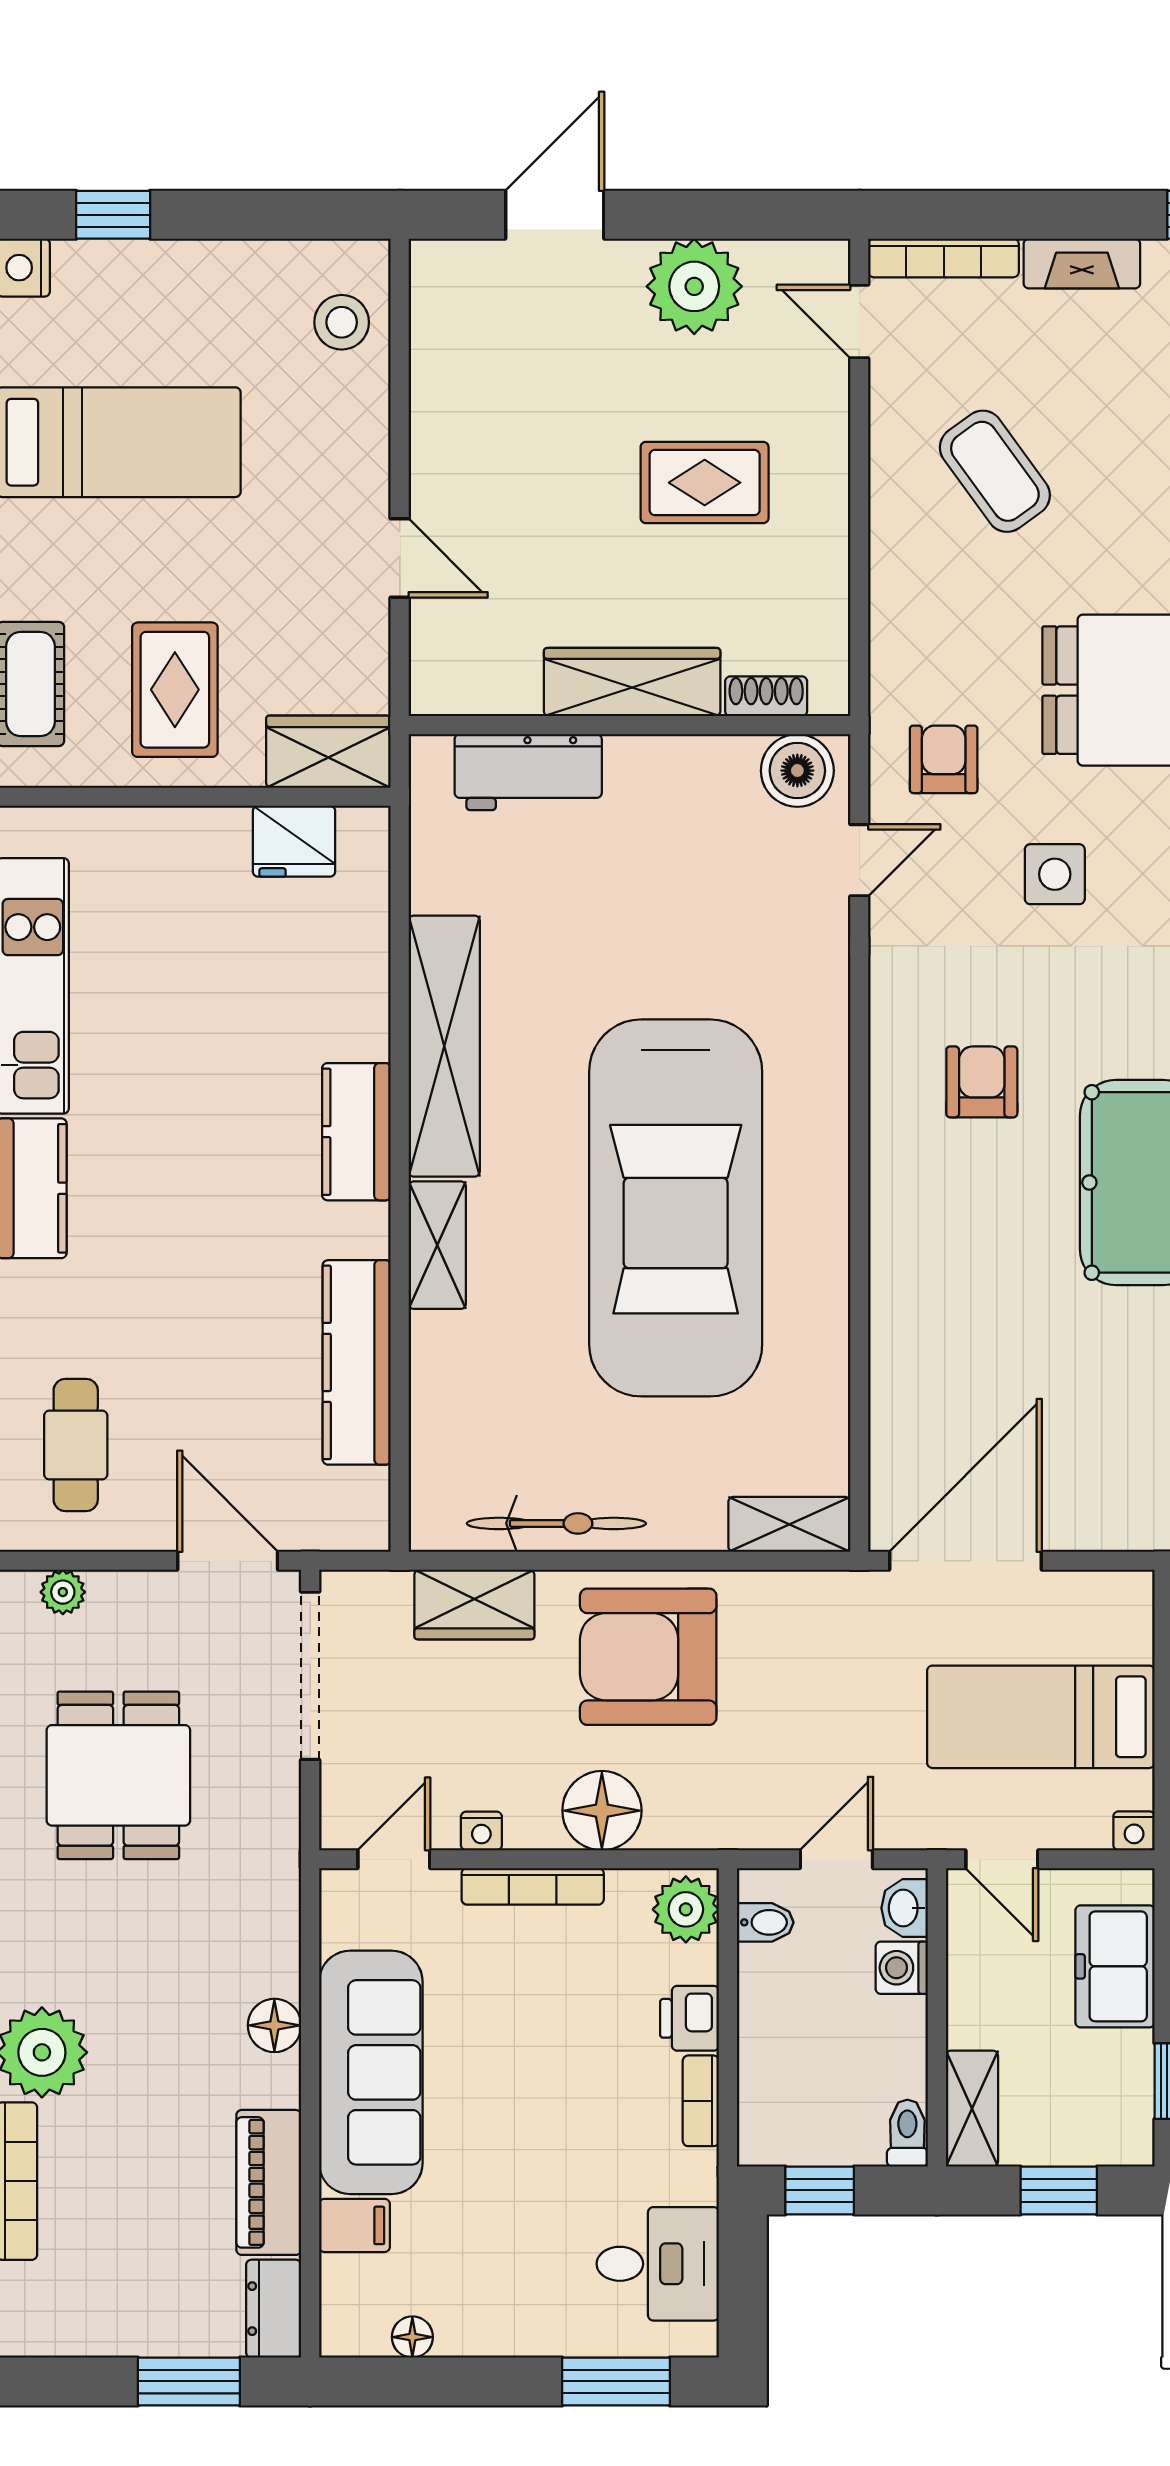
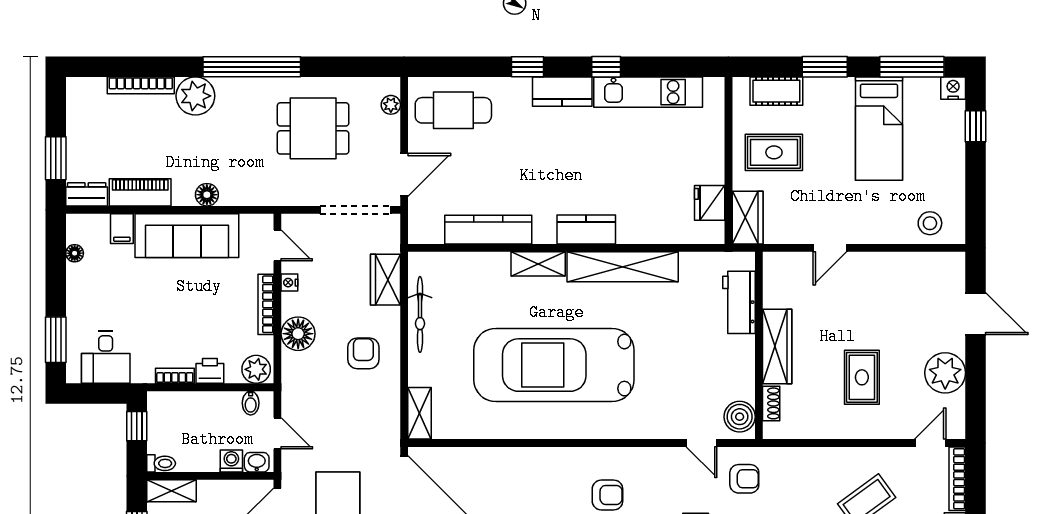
cafe table: (76, 1445) -> (453, 110), width x1.37, depth x1.35
armchair: (648, 1657) -> (363, 353), width x0.53, depth x0.53

